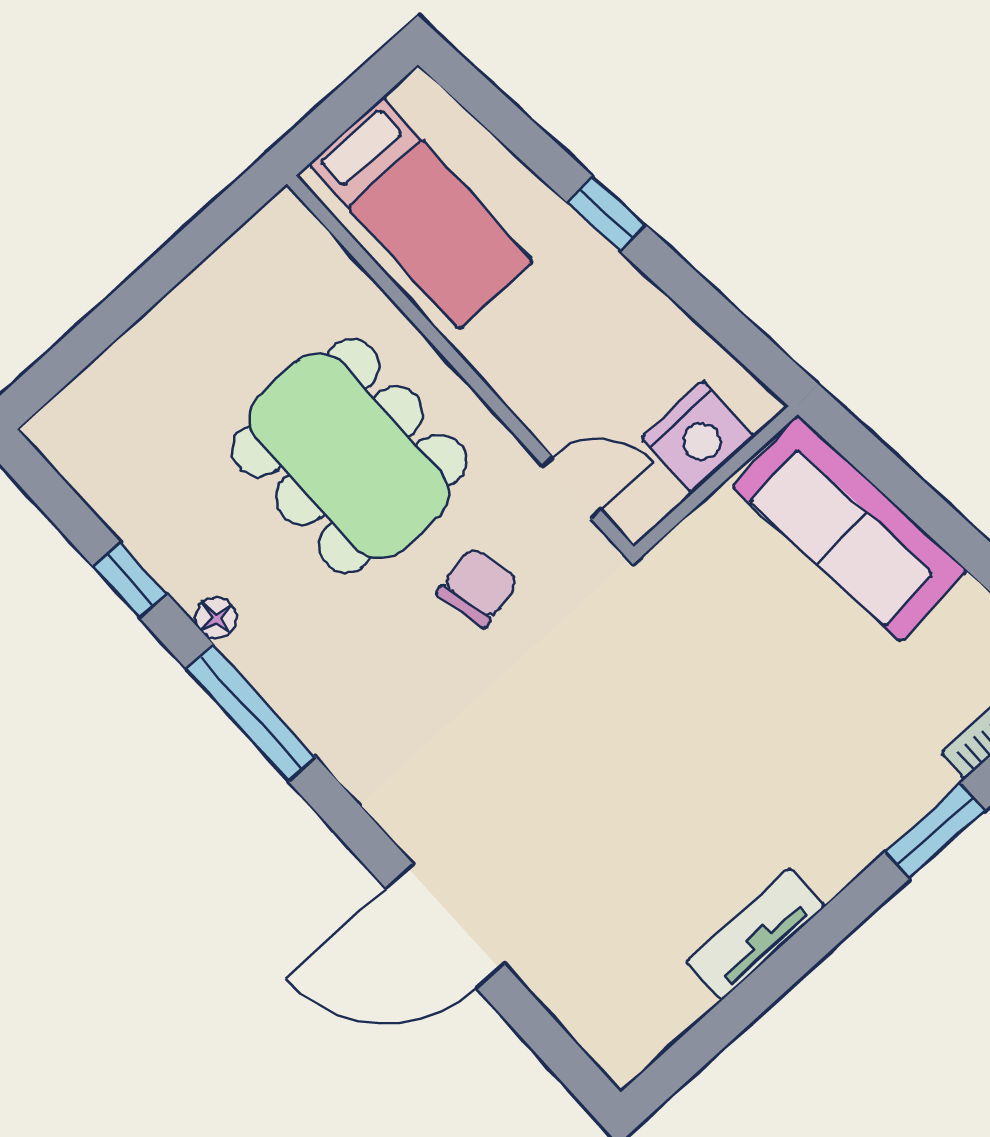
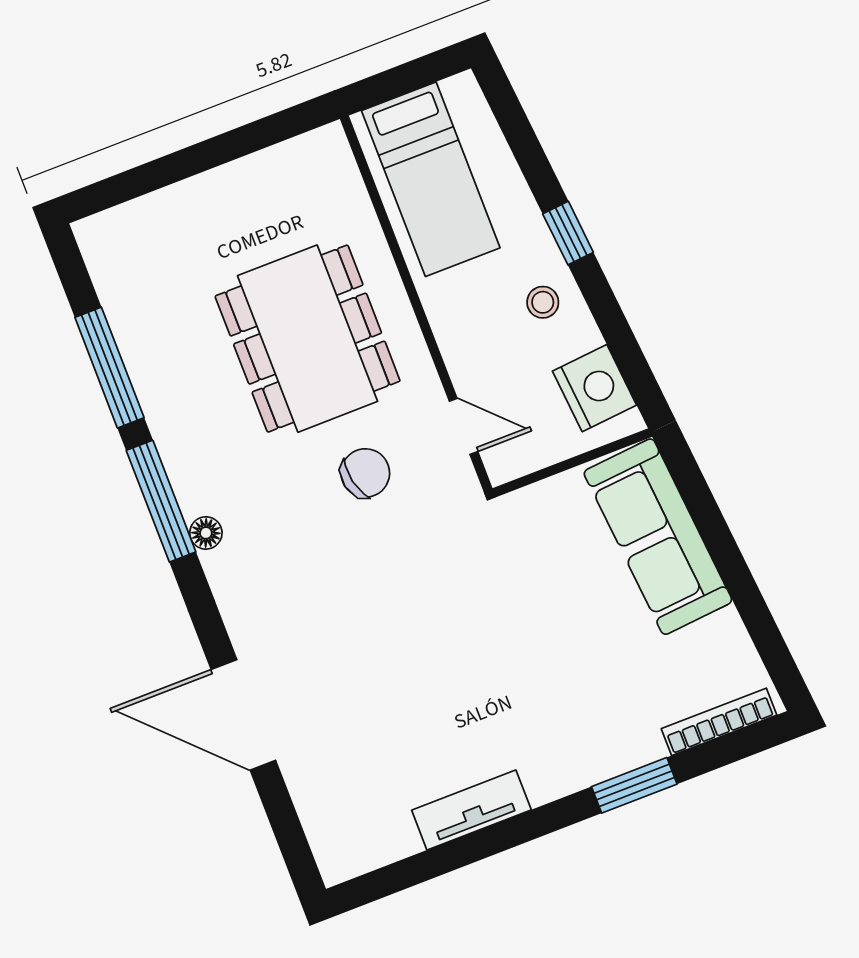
stool: (608, 306) -> (543, 302), added
nightstand: (698, 437) -> (595, 388), moved, turned -95
window: (130, 580) -> (109, 368), width x2.17
floor lamp: (216, 618) -> (206, 533), moved

